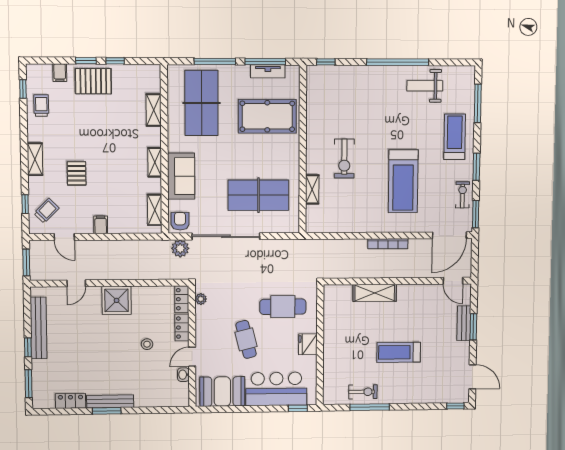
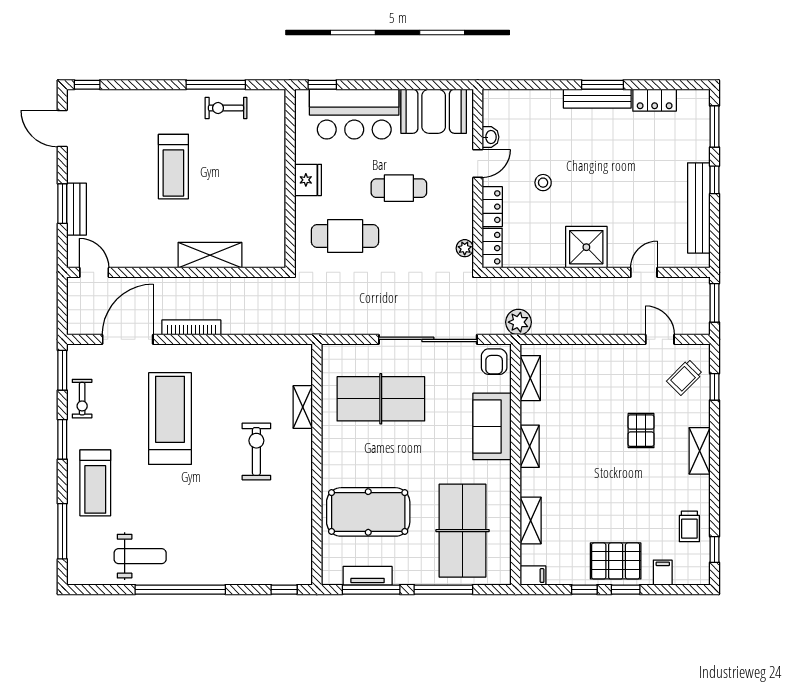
filing cabinet: (101, 225) -> (533, 576), moved, turned -90
door: (449, 235) -> (128, 339), moved
plant: (180, 248) -> (518, 322), moved
cafe table: (246, 339) -> (399, 188), turned -76
treadmill: (399, 352) -> (173, 167), turned 90

